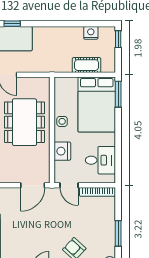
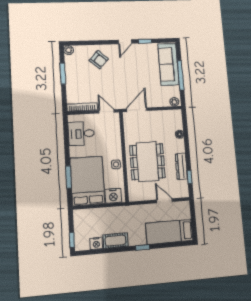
window: (12, 24) -> (143, 247), moved
cot: (87, 65) -> (116, 241), moved
window: (118, 94) -> (68, 177), moved
nightstand: (62, 151) -> (113, 196), moved, turned 90

